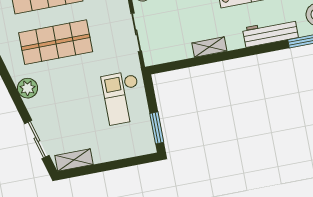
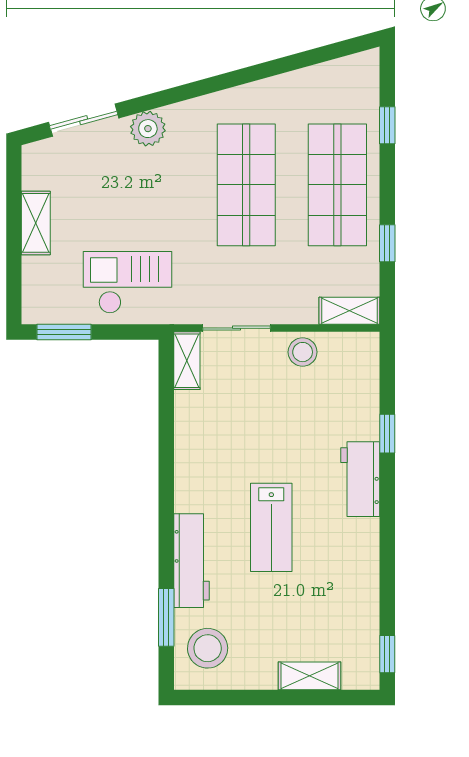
shelving: (209, 47) -> (187, 361), moved
plant: (27, 88) -> (148, 129), moved
shelving: (74, 160) -> (36, 223), moved

